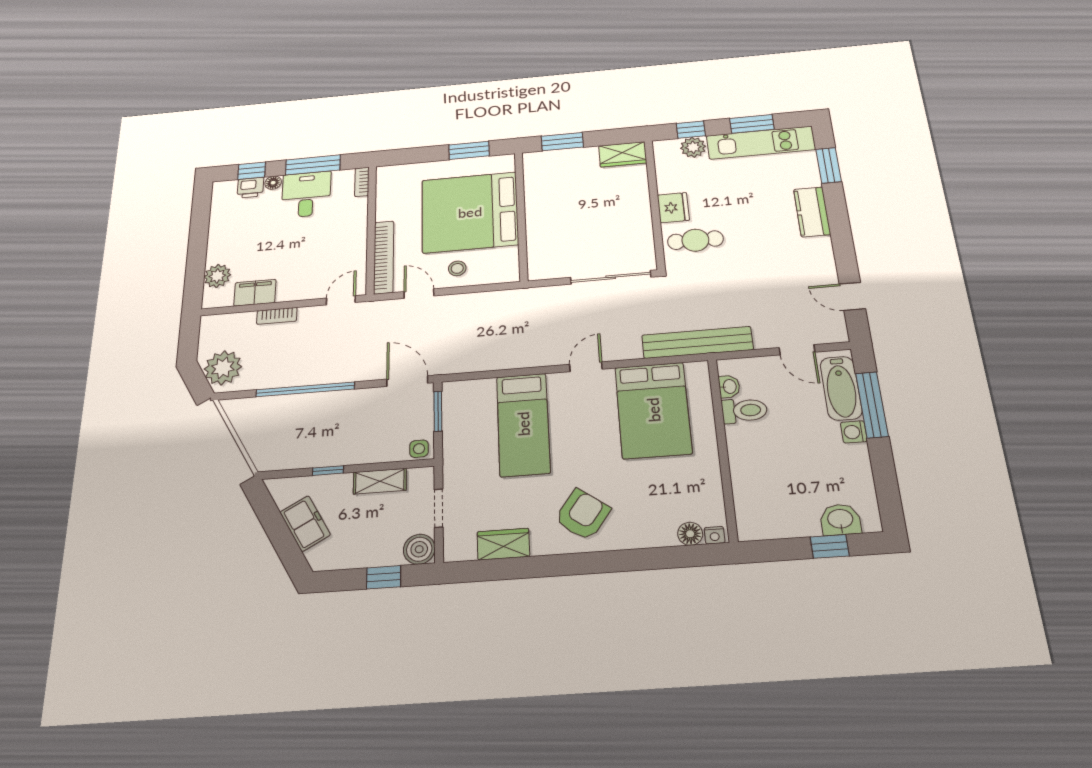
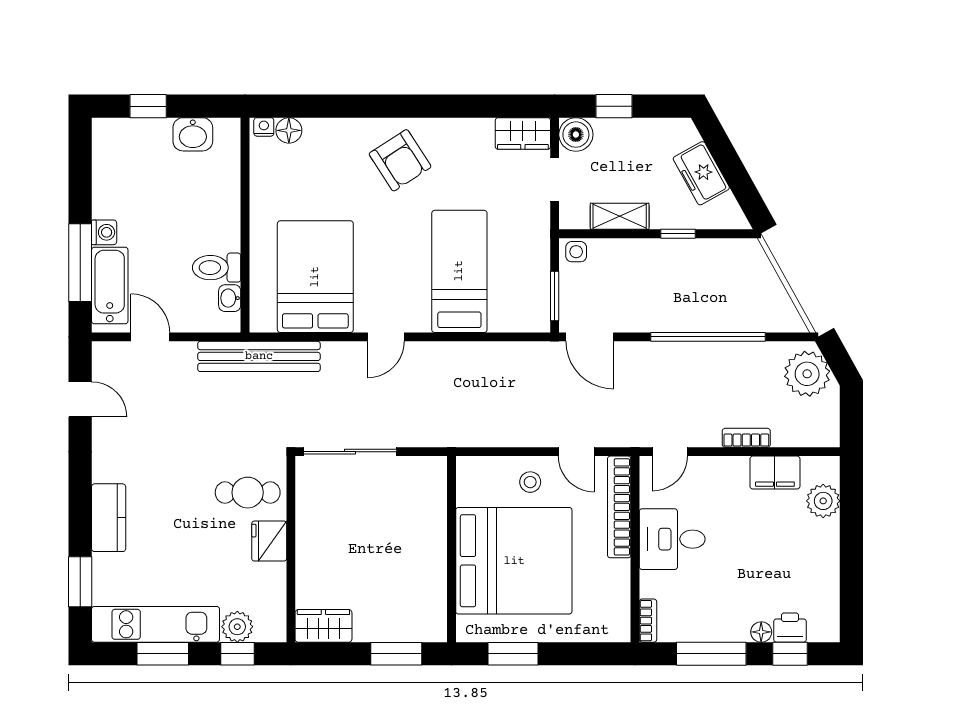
desk: (306, 194) -> (672, 539), moved, turned 90
armchair: (583, 515) -> (400, 160), turned -69
washbasin: (840, 520) -> (193, 134), moved
wardrobe: (503, 544) -> (523, 134), moved

